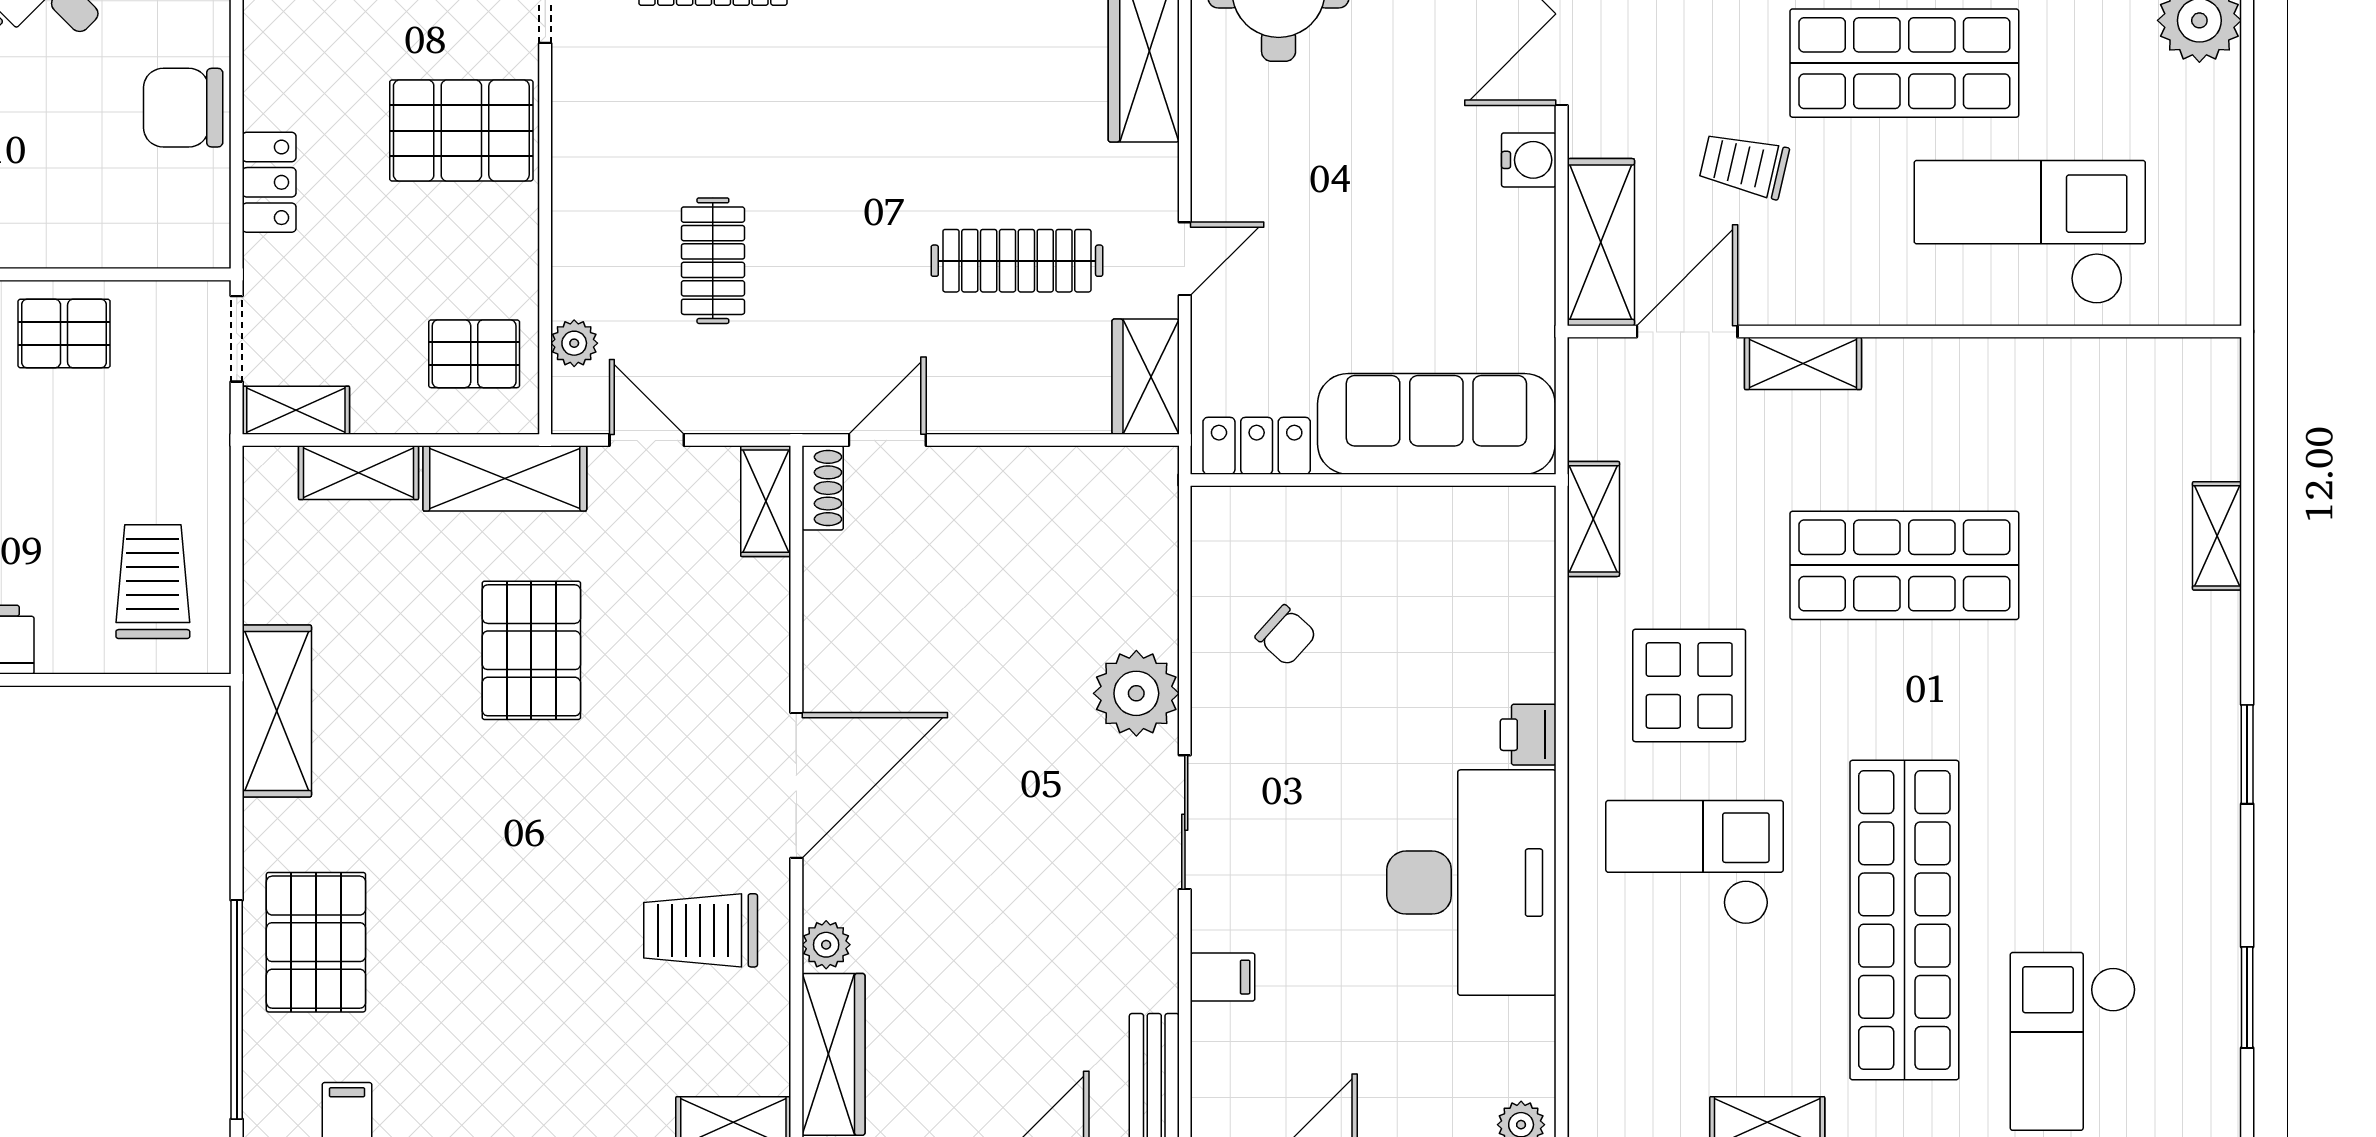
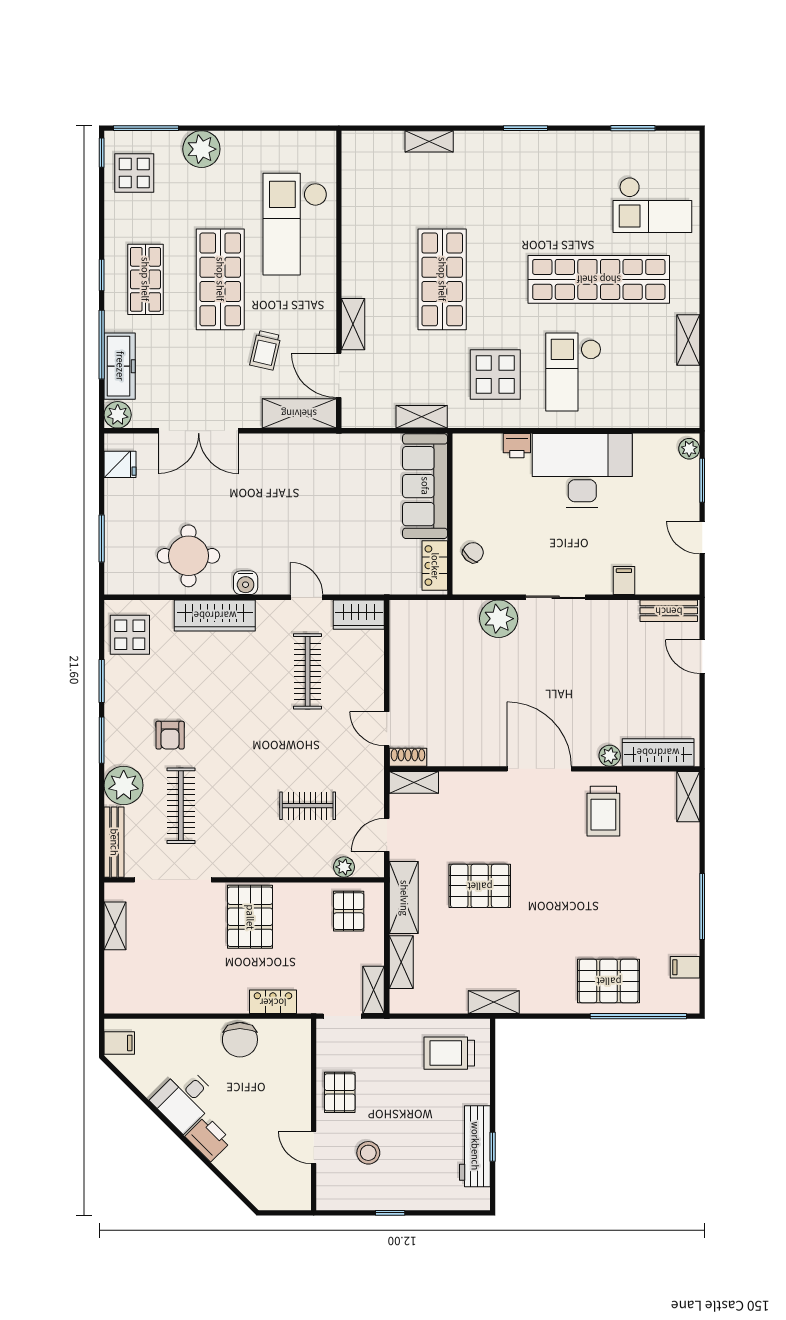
water cooler: (1529, 160) -> (246, 583), moved, turned 180
sofa: (1436, 424) -> (425, 486), moved
locker: (1257, 446) -> (435, 566), moved
wall: (1373, 480) -> (450, 514), moved
shelving: (277, 711) -> (494, 1002), width x0.67, depth x0.75

